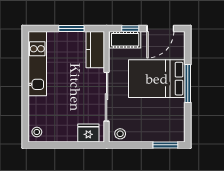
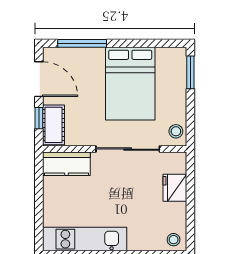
window: (71, 28) -> (39, 195), removed
bed: (157, 79) -> (130, 84), moved
window: (188, 84) -> (82, 43), moved
fridge: (88, 133) -> (175, 188), moved

